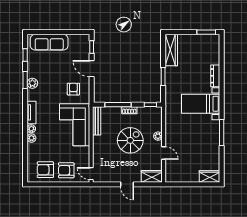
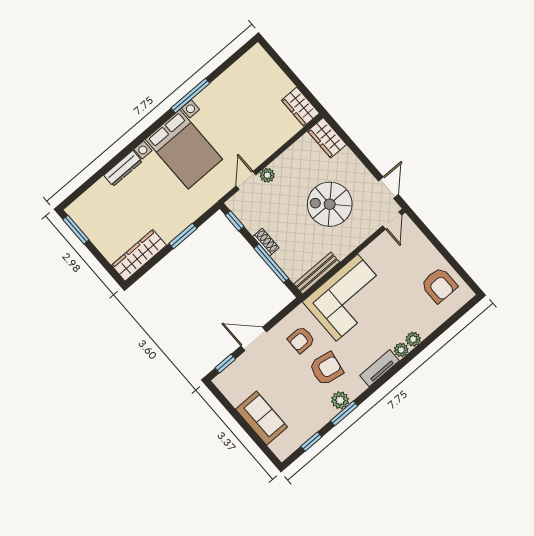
sofa: (49, 42) -> (262, 418), width x0.73
door: (92, 69) -> (254, 339), swing flipped
bed with nightstands: (201, 104) -> (184, 149), width x1.36
spiral stairs: (130, 140) -> (330, 204), moved
door: (164, 153) -> (246, 180), moved
armchair: (66, 170) -> (326, 369), moved, turned -80
wardrobe: (209, 176) -> (300, 107), moved
door: (127, 184) -> (388, 188), moved

